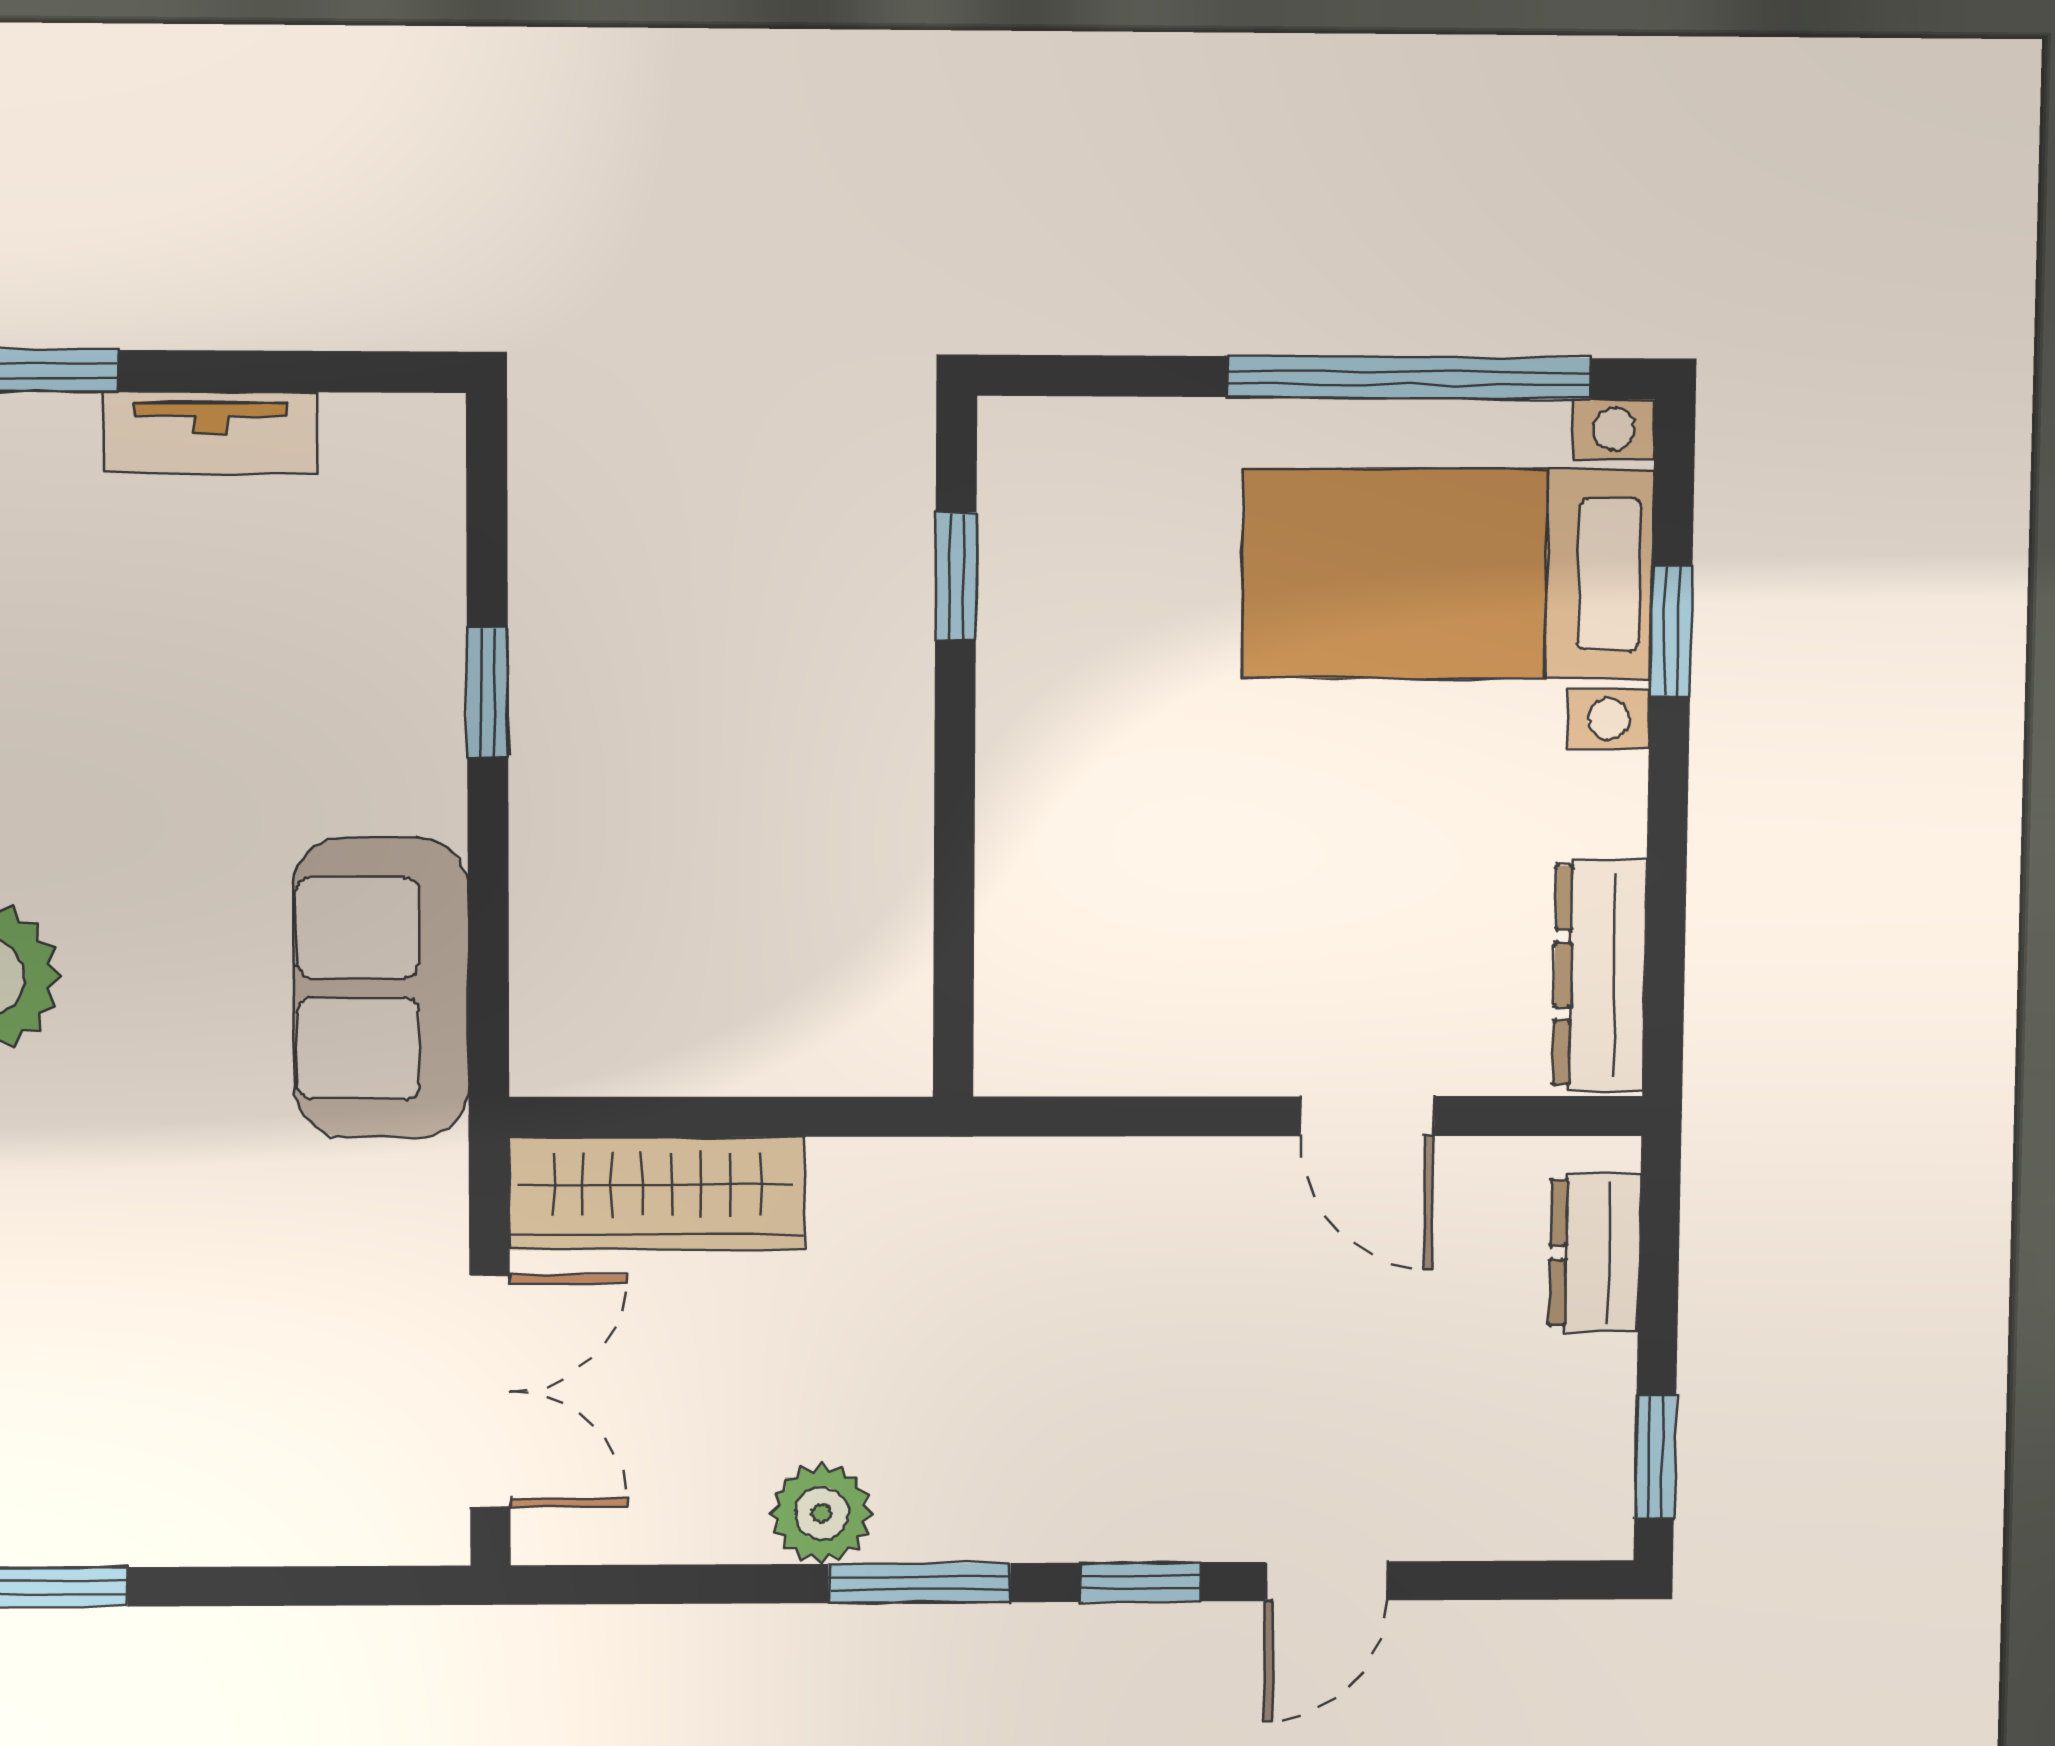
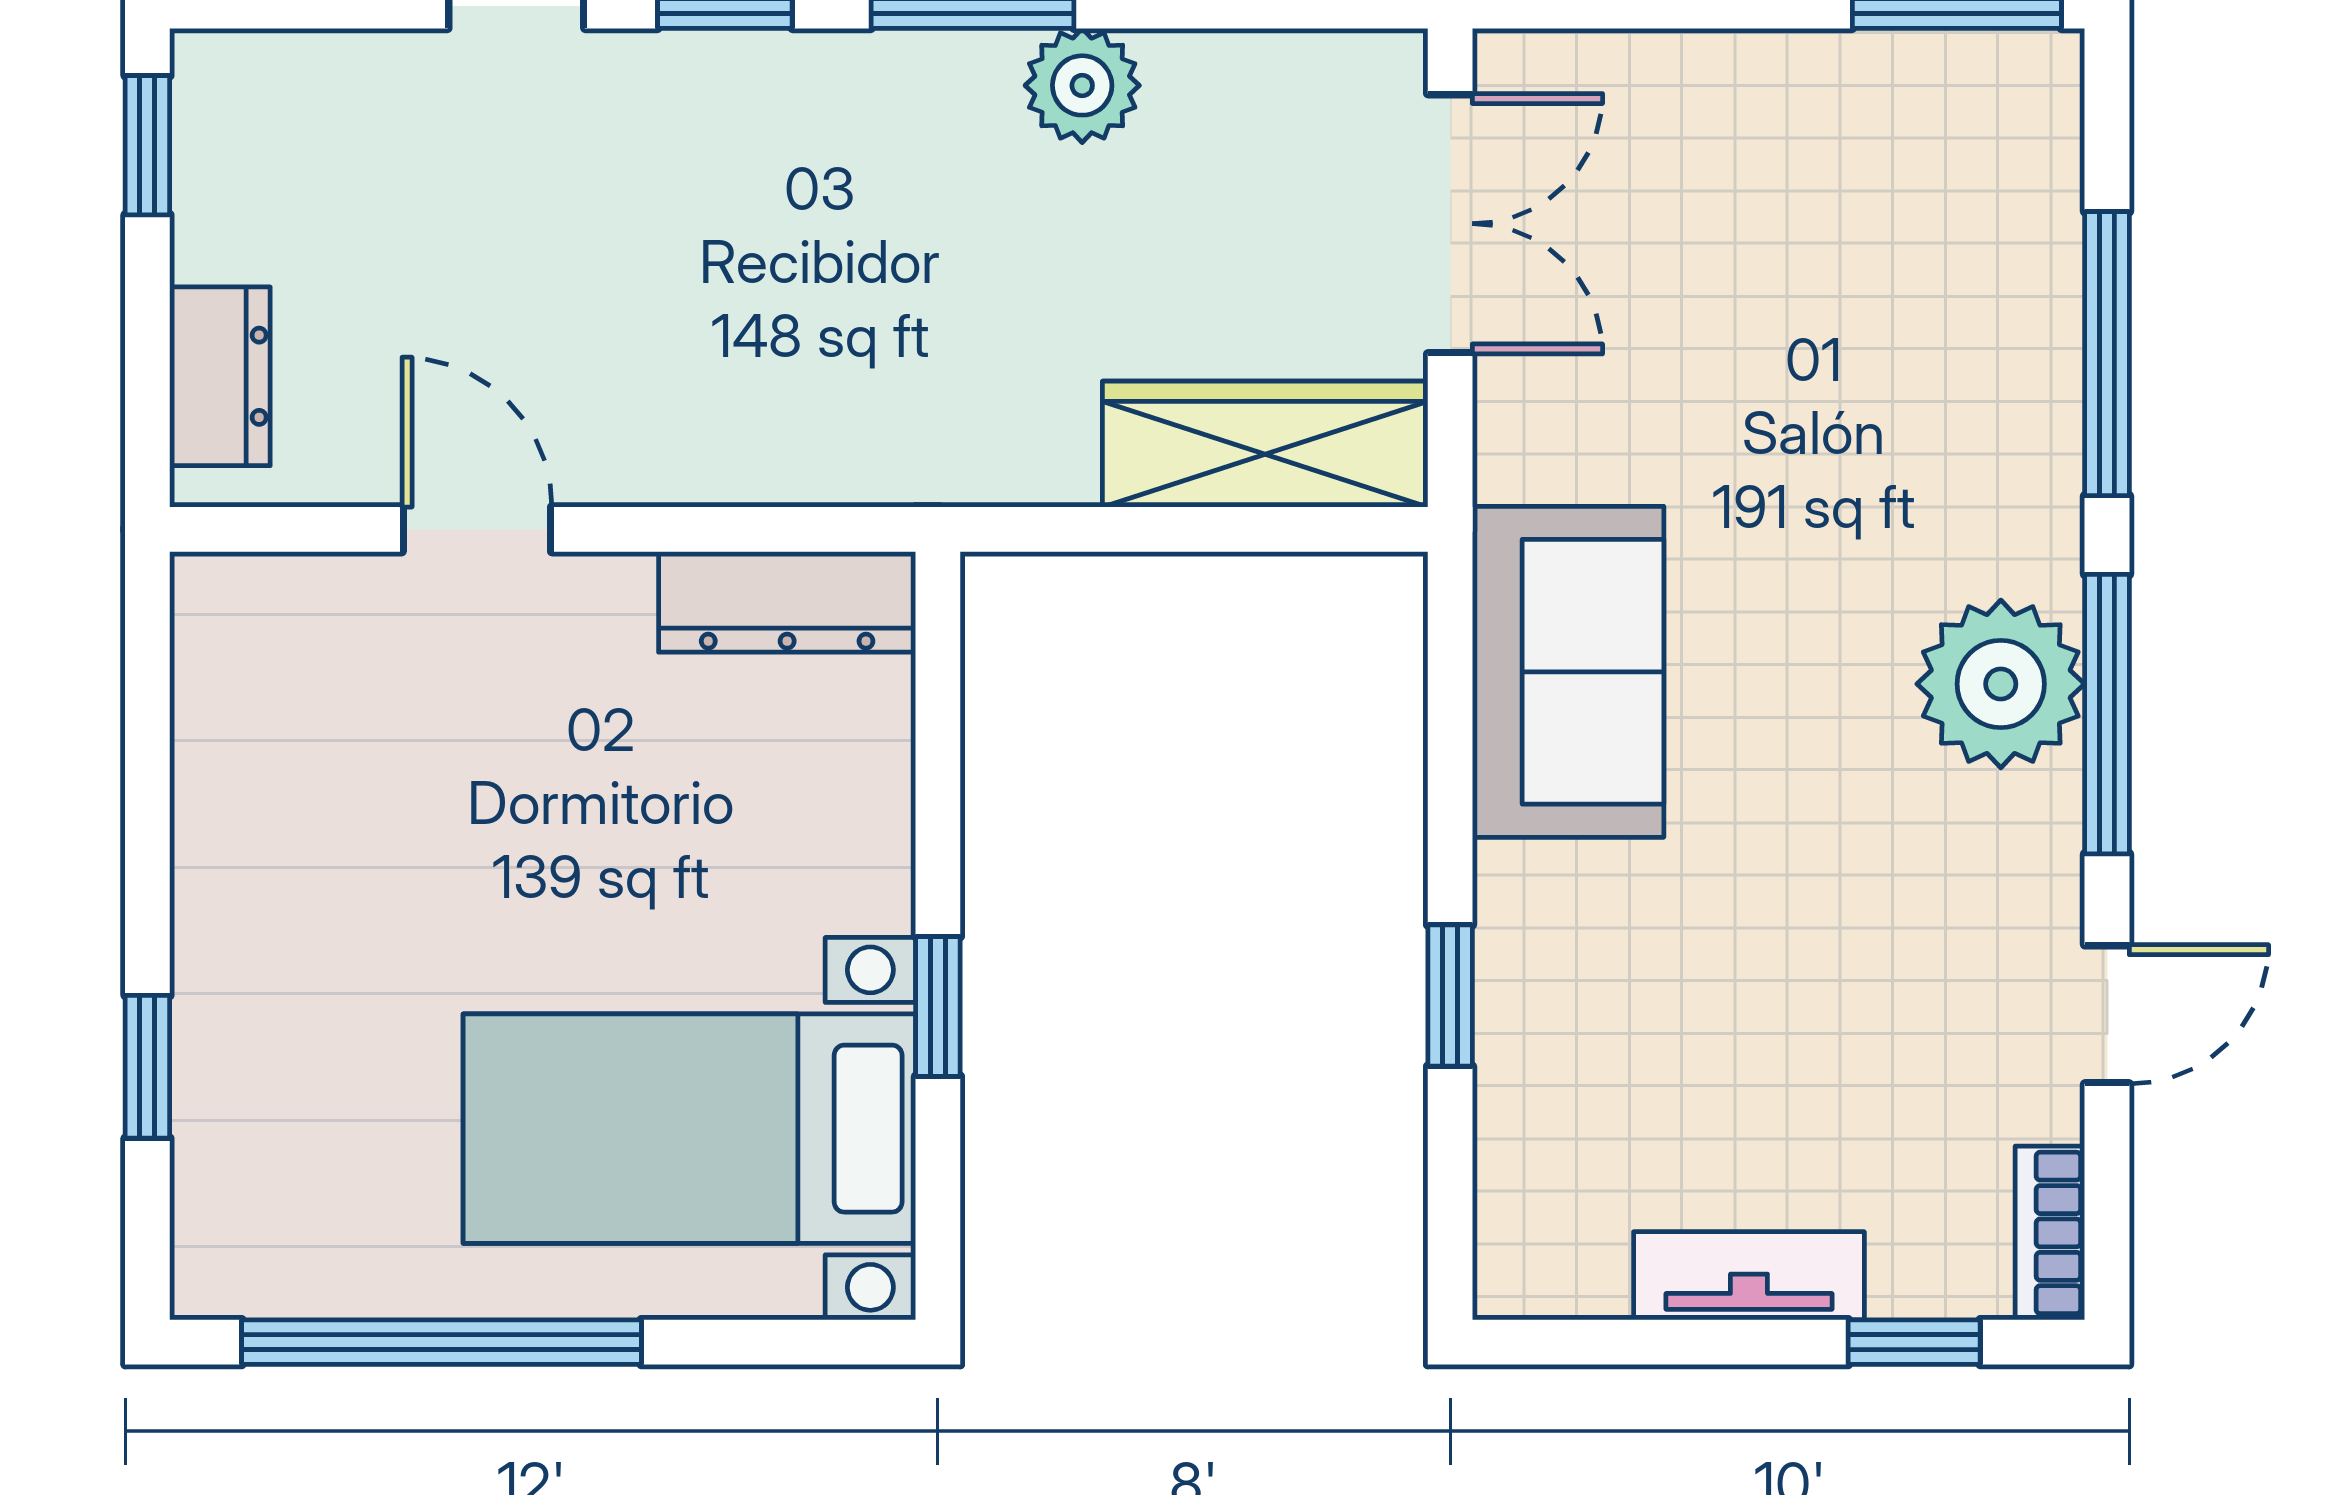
bed with nightstands: (1448, 574) -> (689, 1129), moved, turned 180
window: (956, 576) -> (938, 1006), moved
dresser: (1600, 975) -> (787, 602), moved, turned 90
double door: (490, 1391) -> (1450, 224), swing flipped

